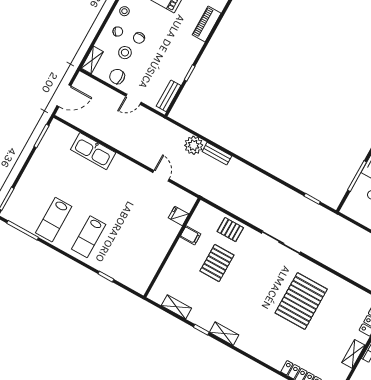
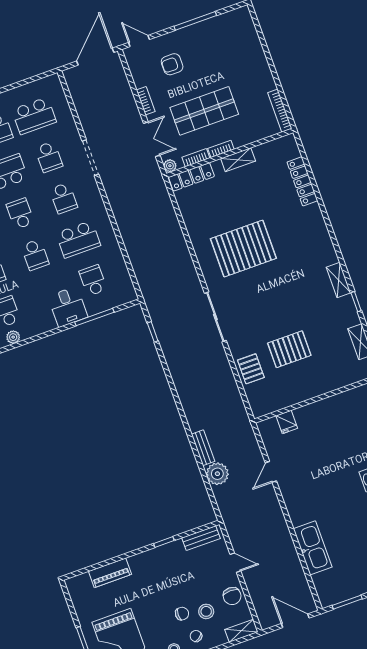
filing cabinet: (190, 235) -> (291, 395), removed

